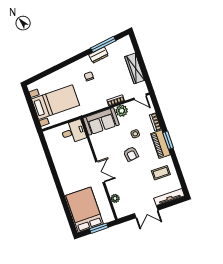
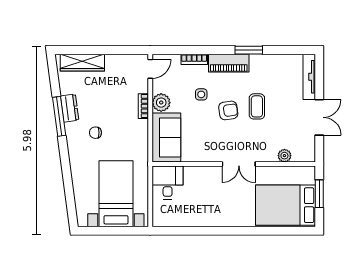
window: (103, 44) -> (59, 116), moved
wardrobe: (135, 68) -> (82, 63), moved
window: (168, 140) -> (249, 50), moved
double door: (100, 172) -> (239, 164), swing flipped
coffee table: (161, 173) -> (257, 106), moved

